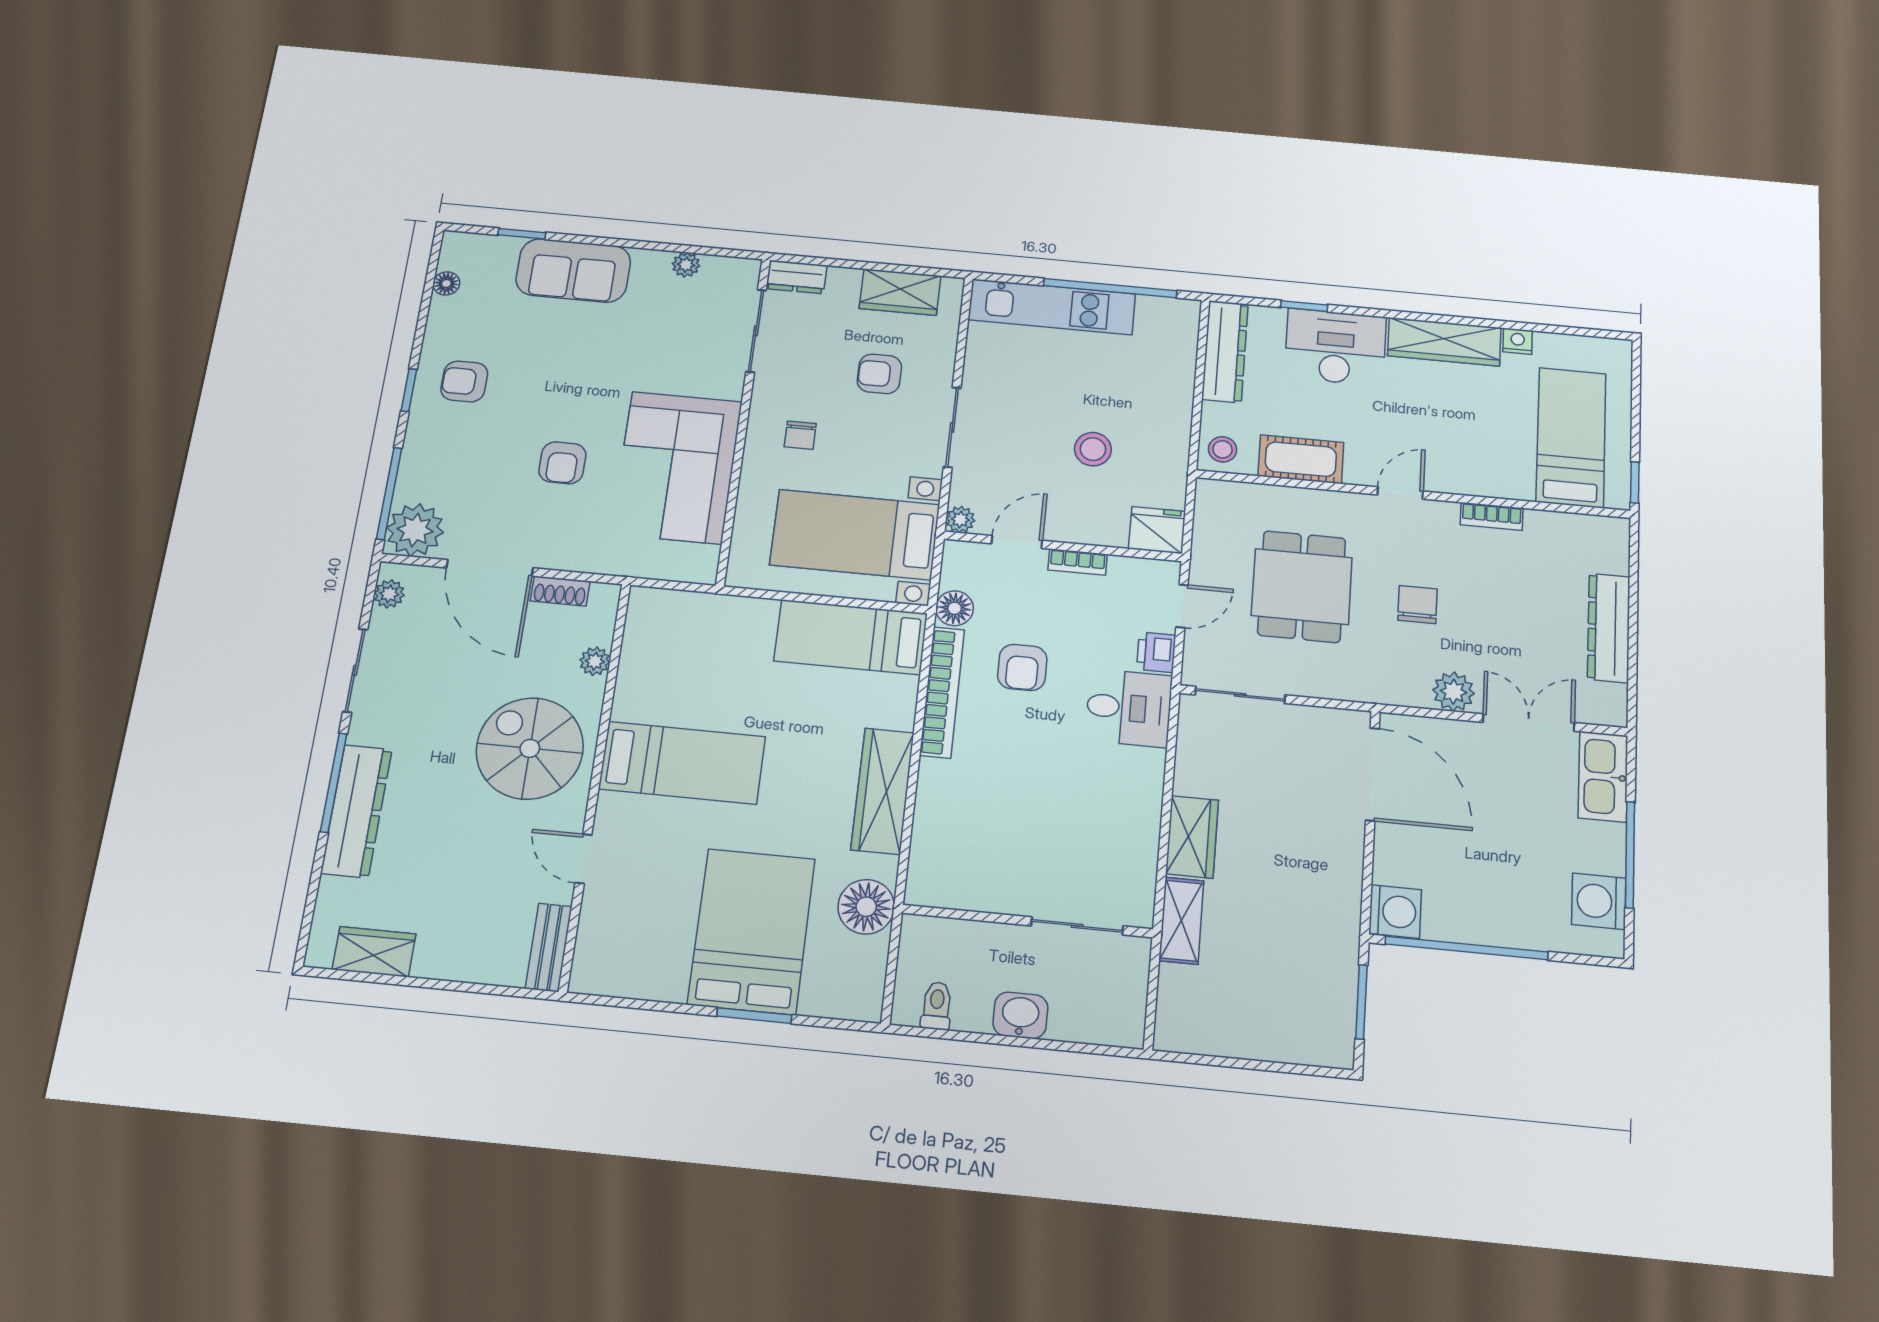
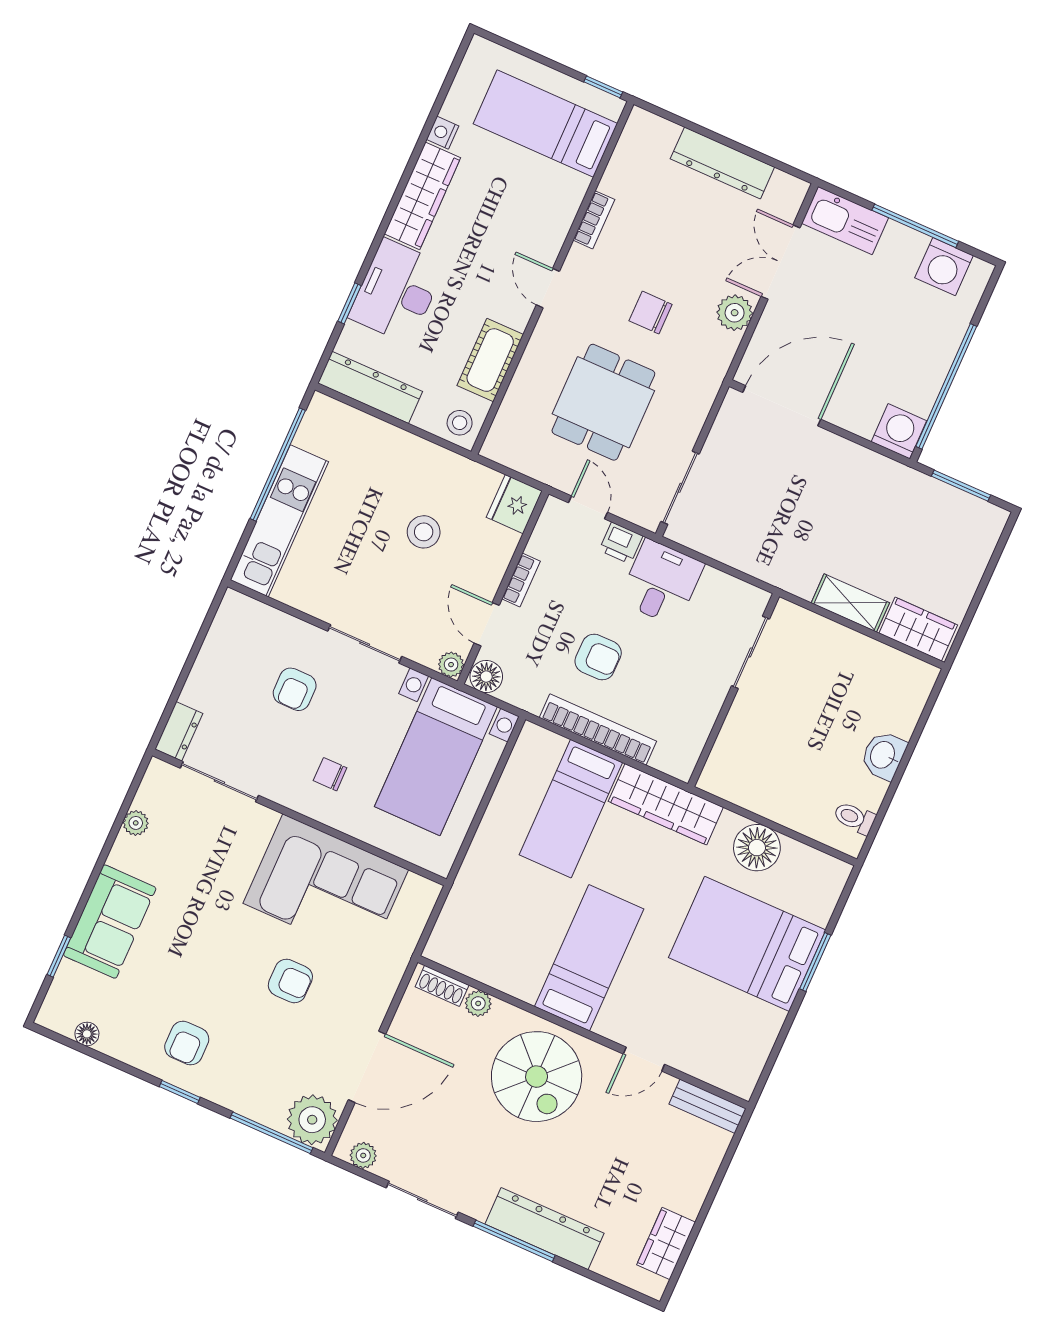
wardrobe: (900, 292) -> (223, 647), removed
chair: (800, 435) -> (330, 774), turned 180
dining table: (1302, 586) -> (603, 402), turned 90
shoe rack: (560, 591) -> (442, 986), moved, turned 90
floor lamp: (955, 608) -> (486, 677), moved
bed: (851, 637) -> (571, 809), moved
spiral stairs: (530, 748) -> (537, 1077), turned -90
wardrobe: (1192, 837) -> (918, 629), moved
wall: (1027, 921) -> (734, 690), moved
sliding door: (1077, 926) -> (750, 652), moved

